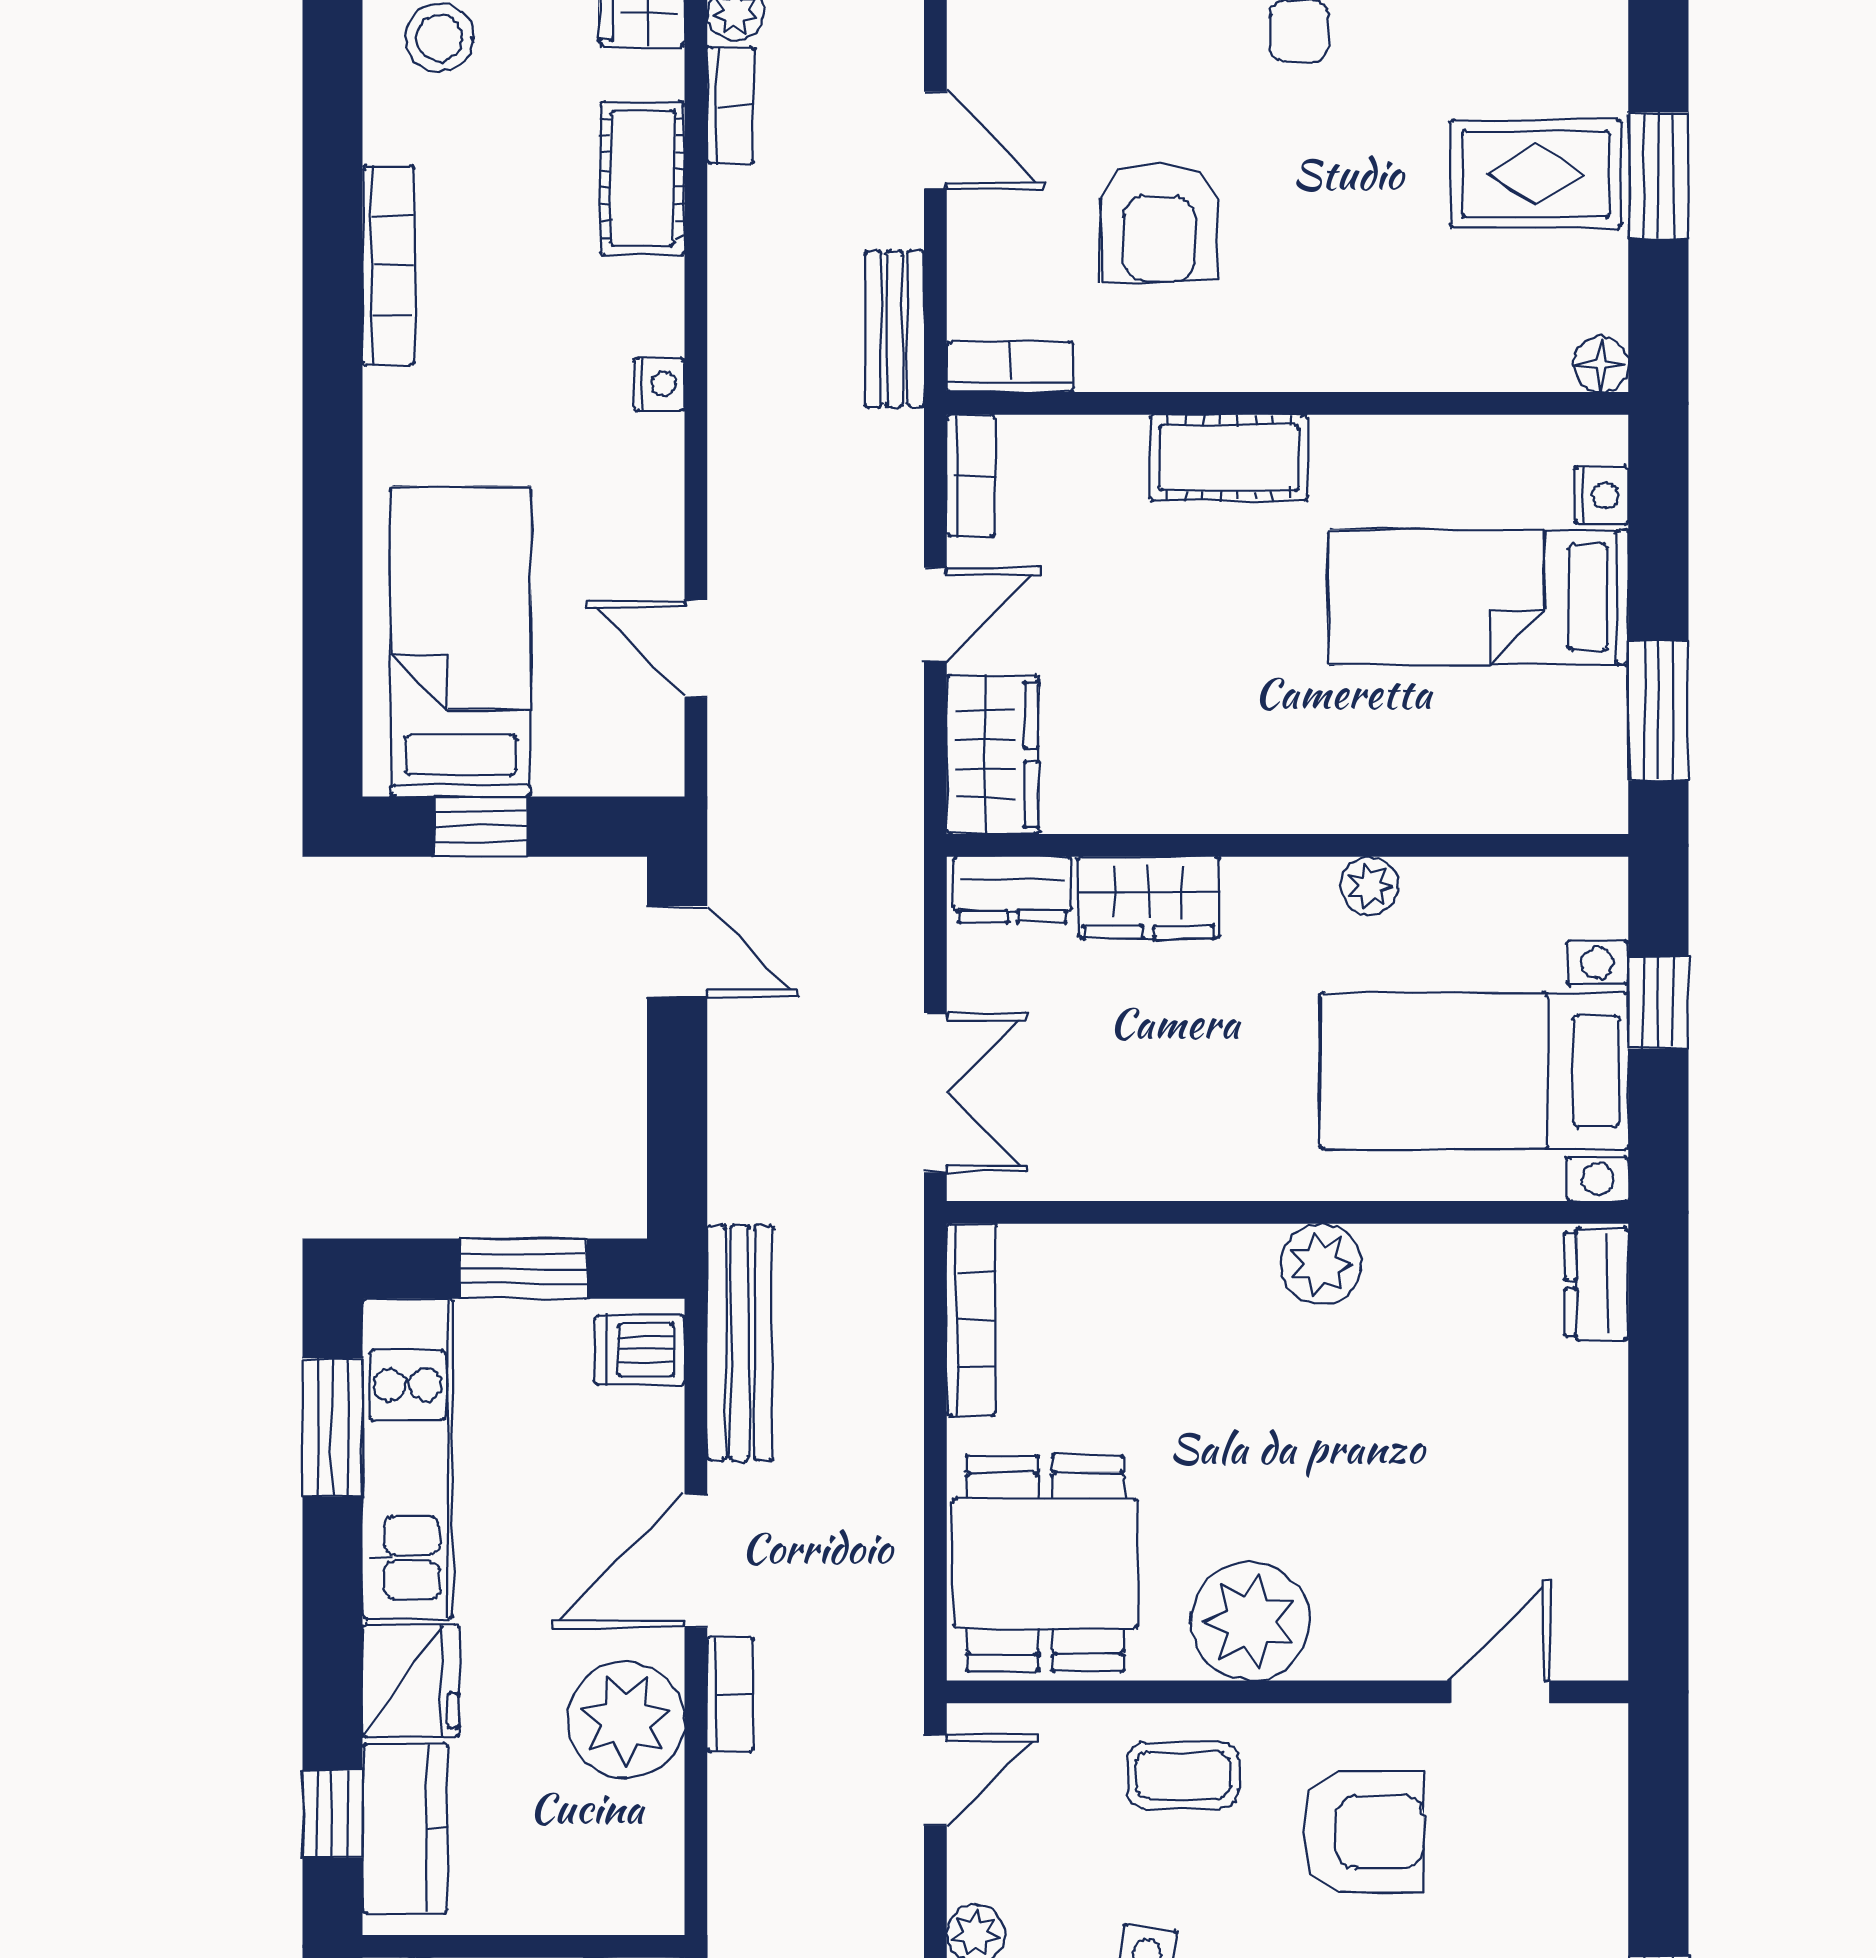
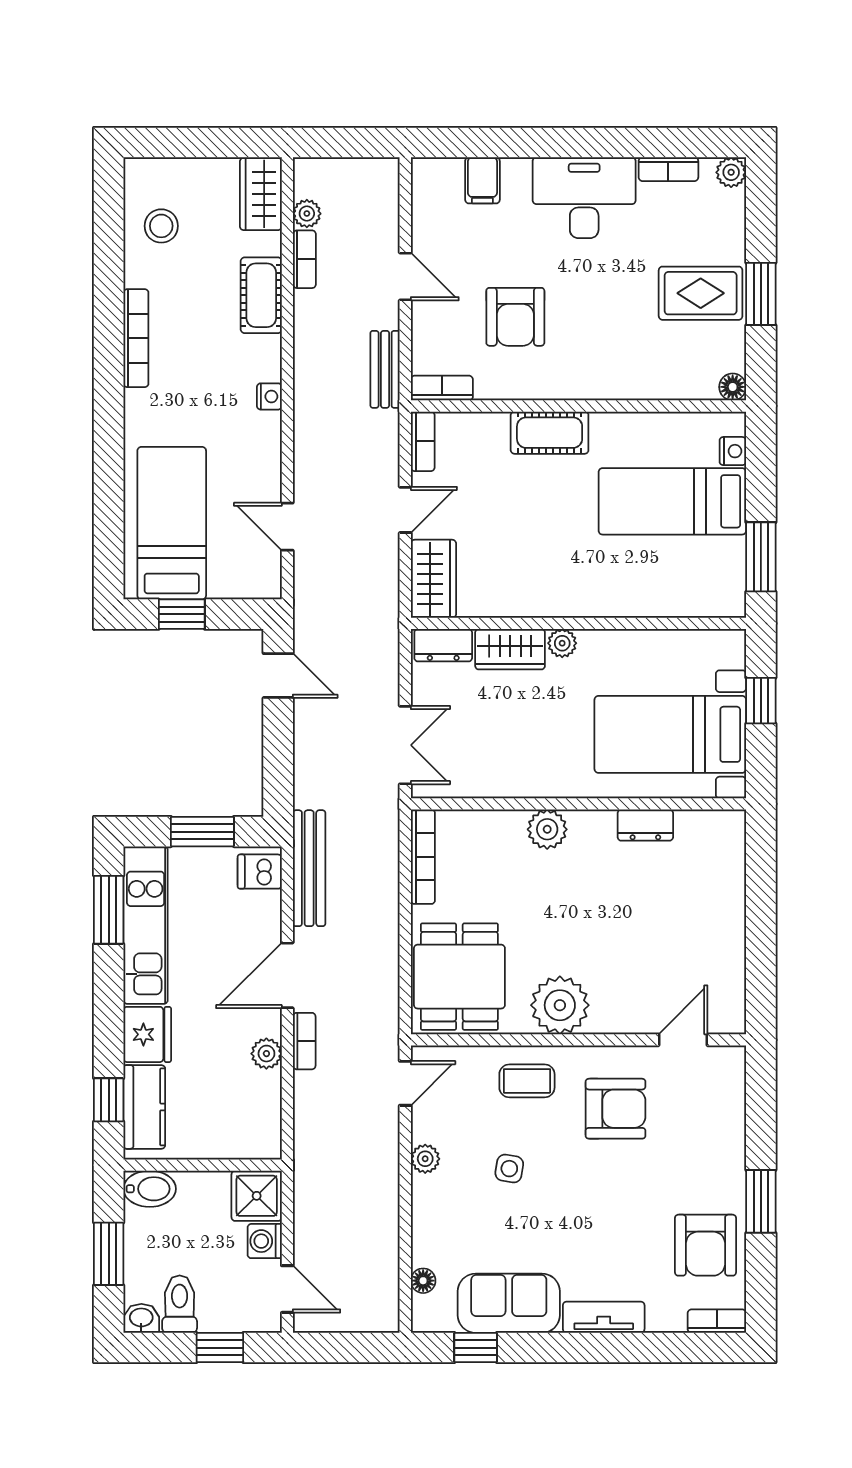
plant: (1370, 886) -> (562, 643), moved
plant: (1321, 1264) -> (547, 829), moved
dresser: (1597, 1284) -> (645, 825), moved, turned -90
plant: (626, 1720) -> (266, 1054), width x0.53, depth x0.53

